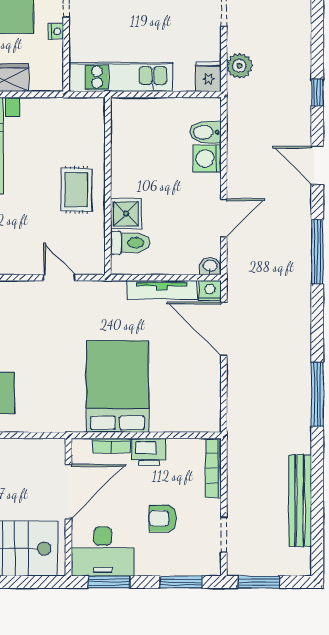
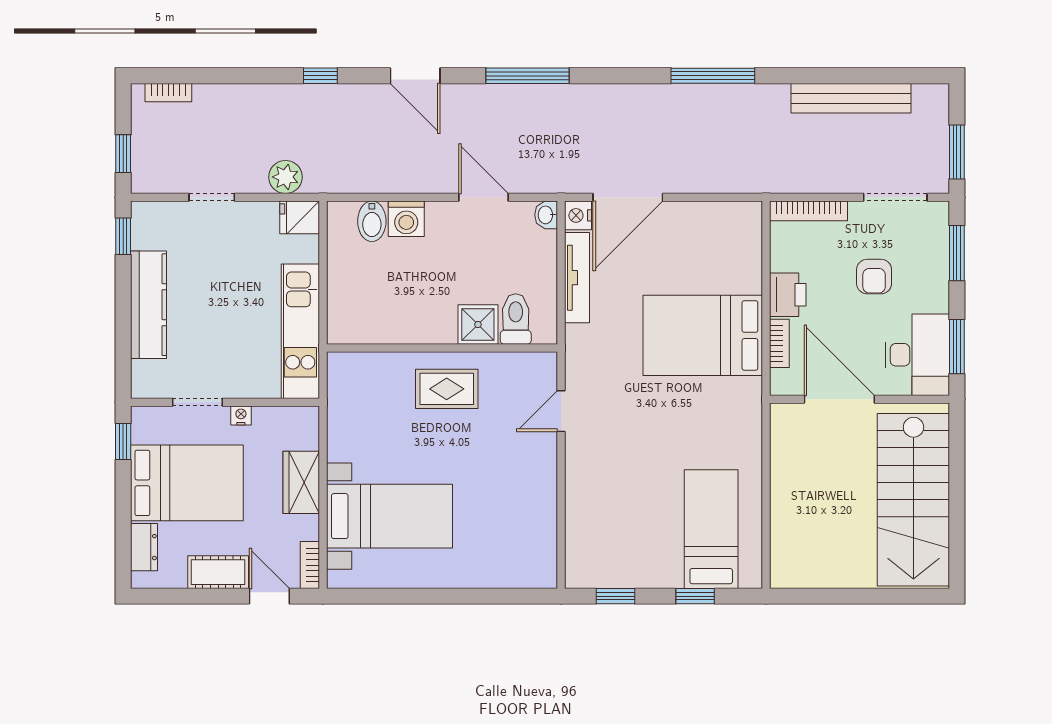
door: (317, 165) -> (415, 76), hinge flipped
doorway: (224, 535) -> (895, 197), width x1.38

